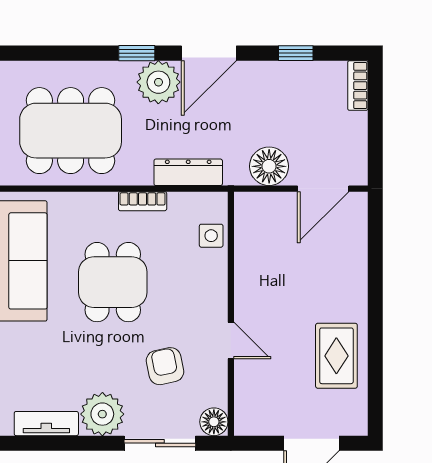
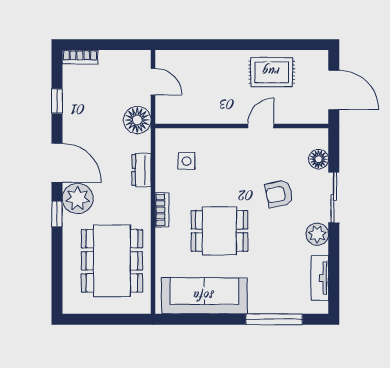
dresser: (188, 172) -> (142, 170), width x0.70
door: (323, 189) -> (153, 82), width x0.73
wall: (231, 314) -> (242, 126), moved
door: (231, 341) -> (261, 126), moved
plant: (102, 414) -> (317, 234), width x0.73, depth x0.73

